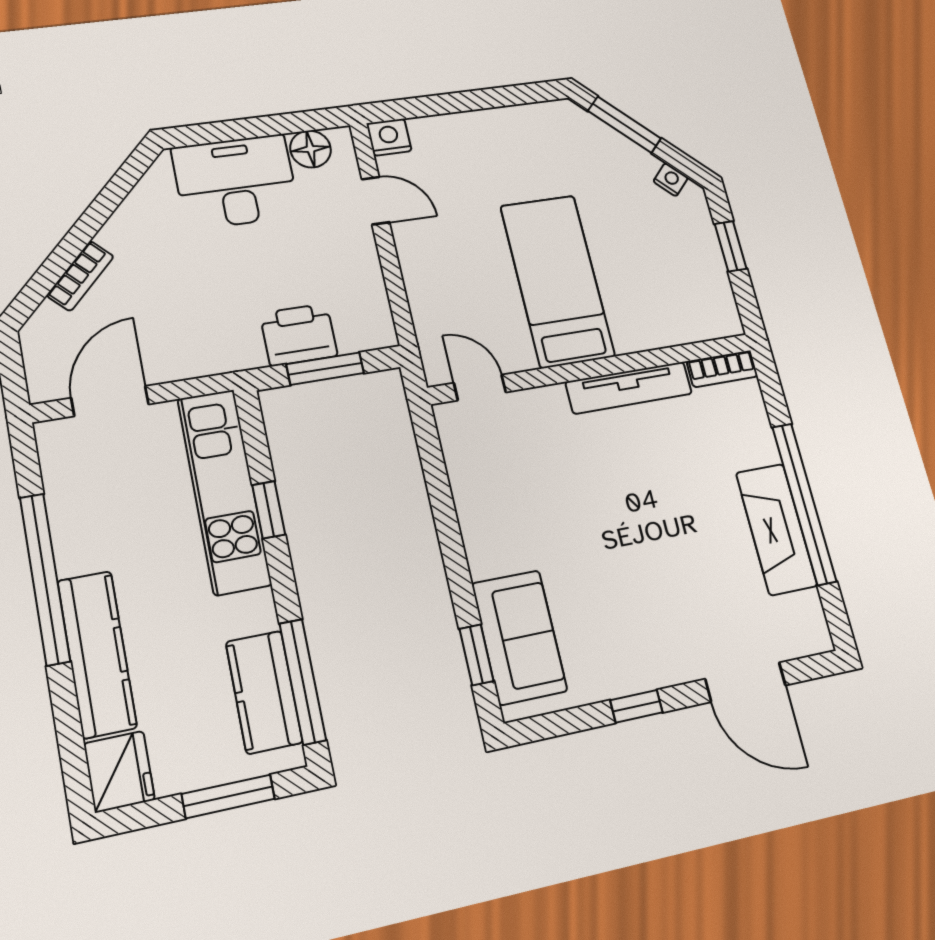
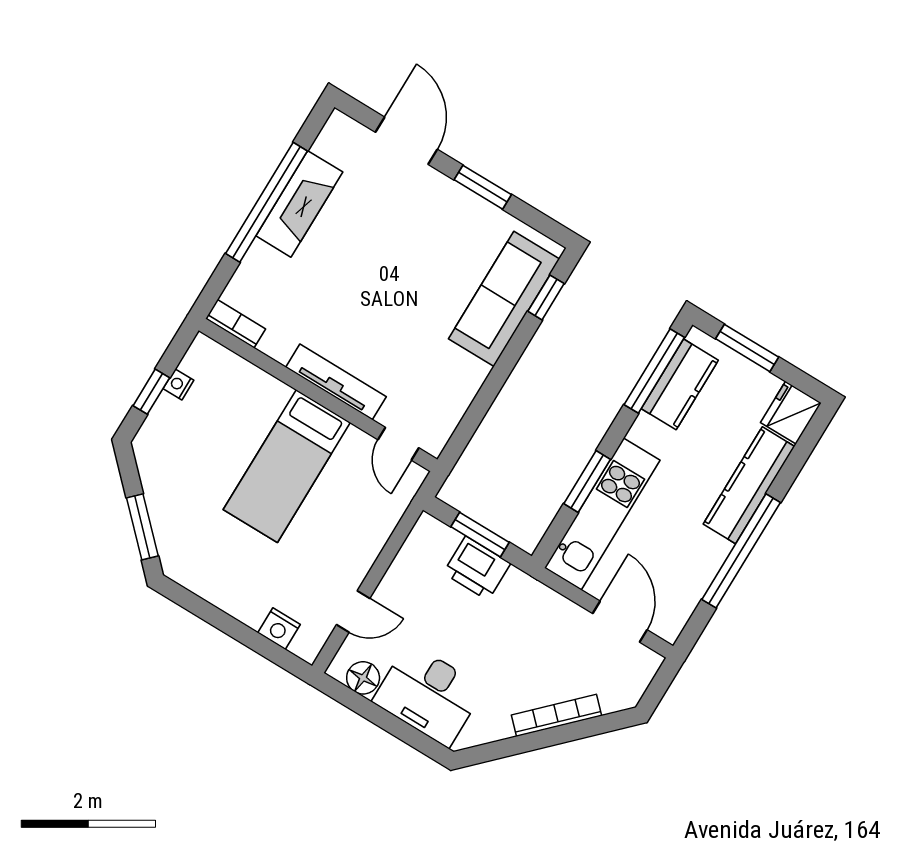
nightstand: (389, 137) -> (279, 629), moved
nightstand: (671, 180) -> (178, 384), moved, turned 45
door: (376, 201) -> (353, 611), swing flipped
bookcase: (80, 276) -> (557, 715), width x1.56
tv unit: (629, 388) -> (336, 382), moved
door: (110, 401) -> (620, 622), swing flipped
window: (269, 510) -> (587, 481), width x1.50
sofa: (519, 637) -> (504, 299), width x1.36
window: (636, 706) -> (483, 187), width x1.50

